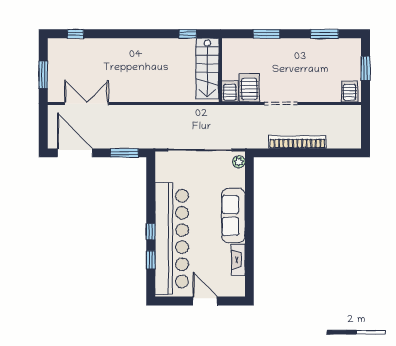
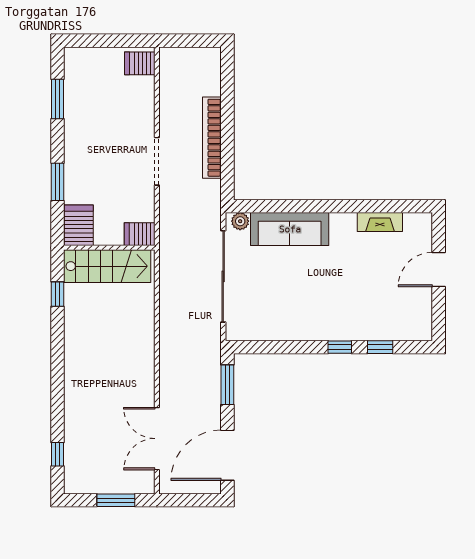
window: (365, 68) -> (107, 41), removed
server rack: (249, 88) -> (79, 225), moved, turned 90
sofa: (233, 216) -> (290, 229), moved
bar counter: (172, 239) -> (350, 317), removed

